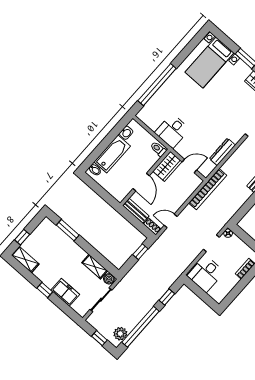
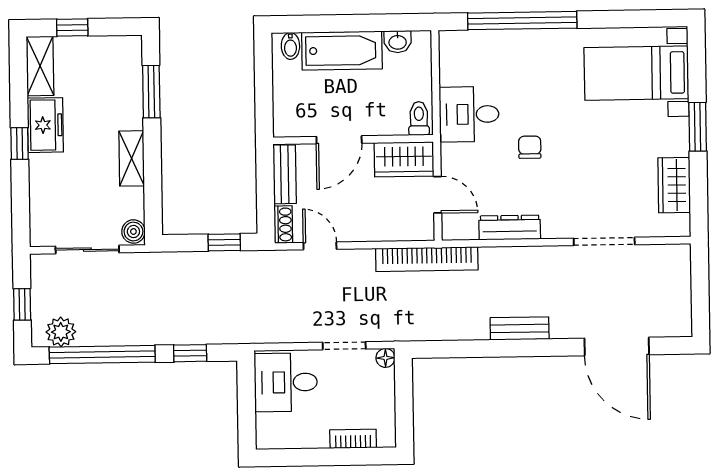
chair: (202, 121) -> (530, 147), added
shelving: (95, 267) -> (132, 158), moved
freezer: (65, 292) -> (45, 125), moved

